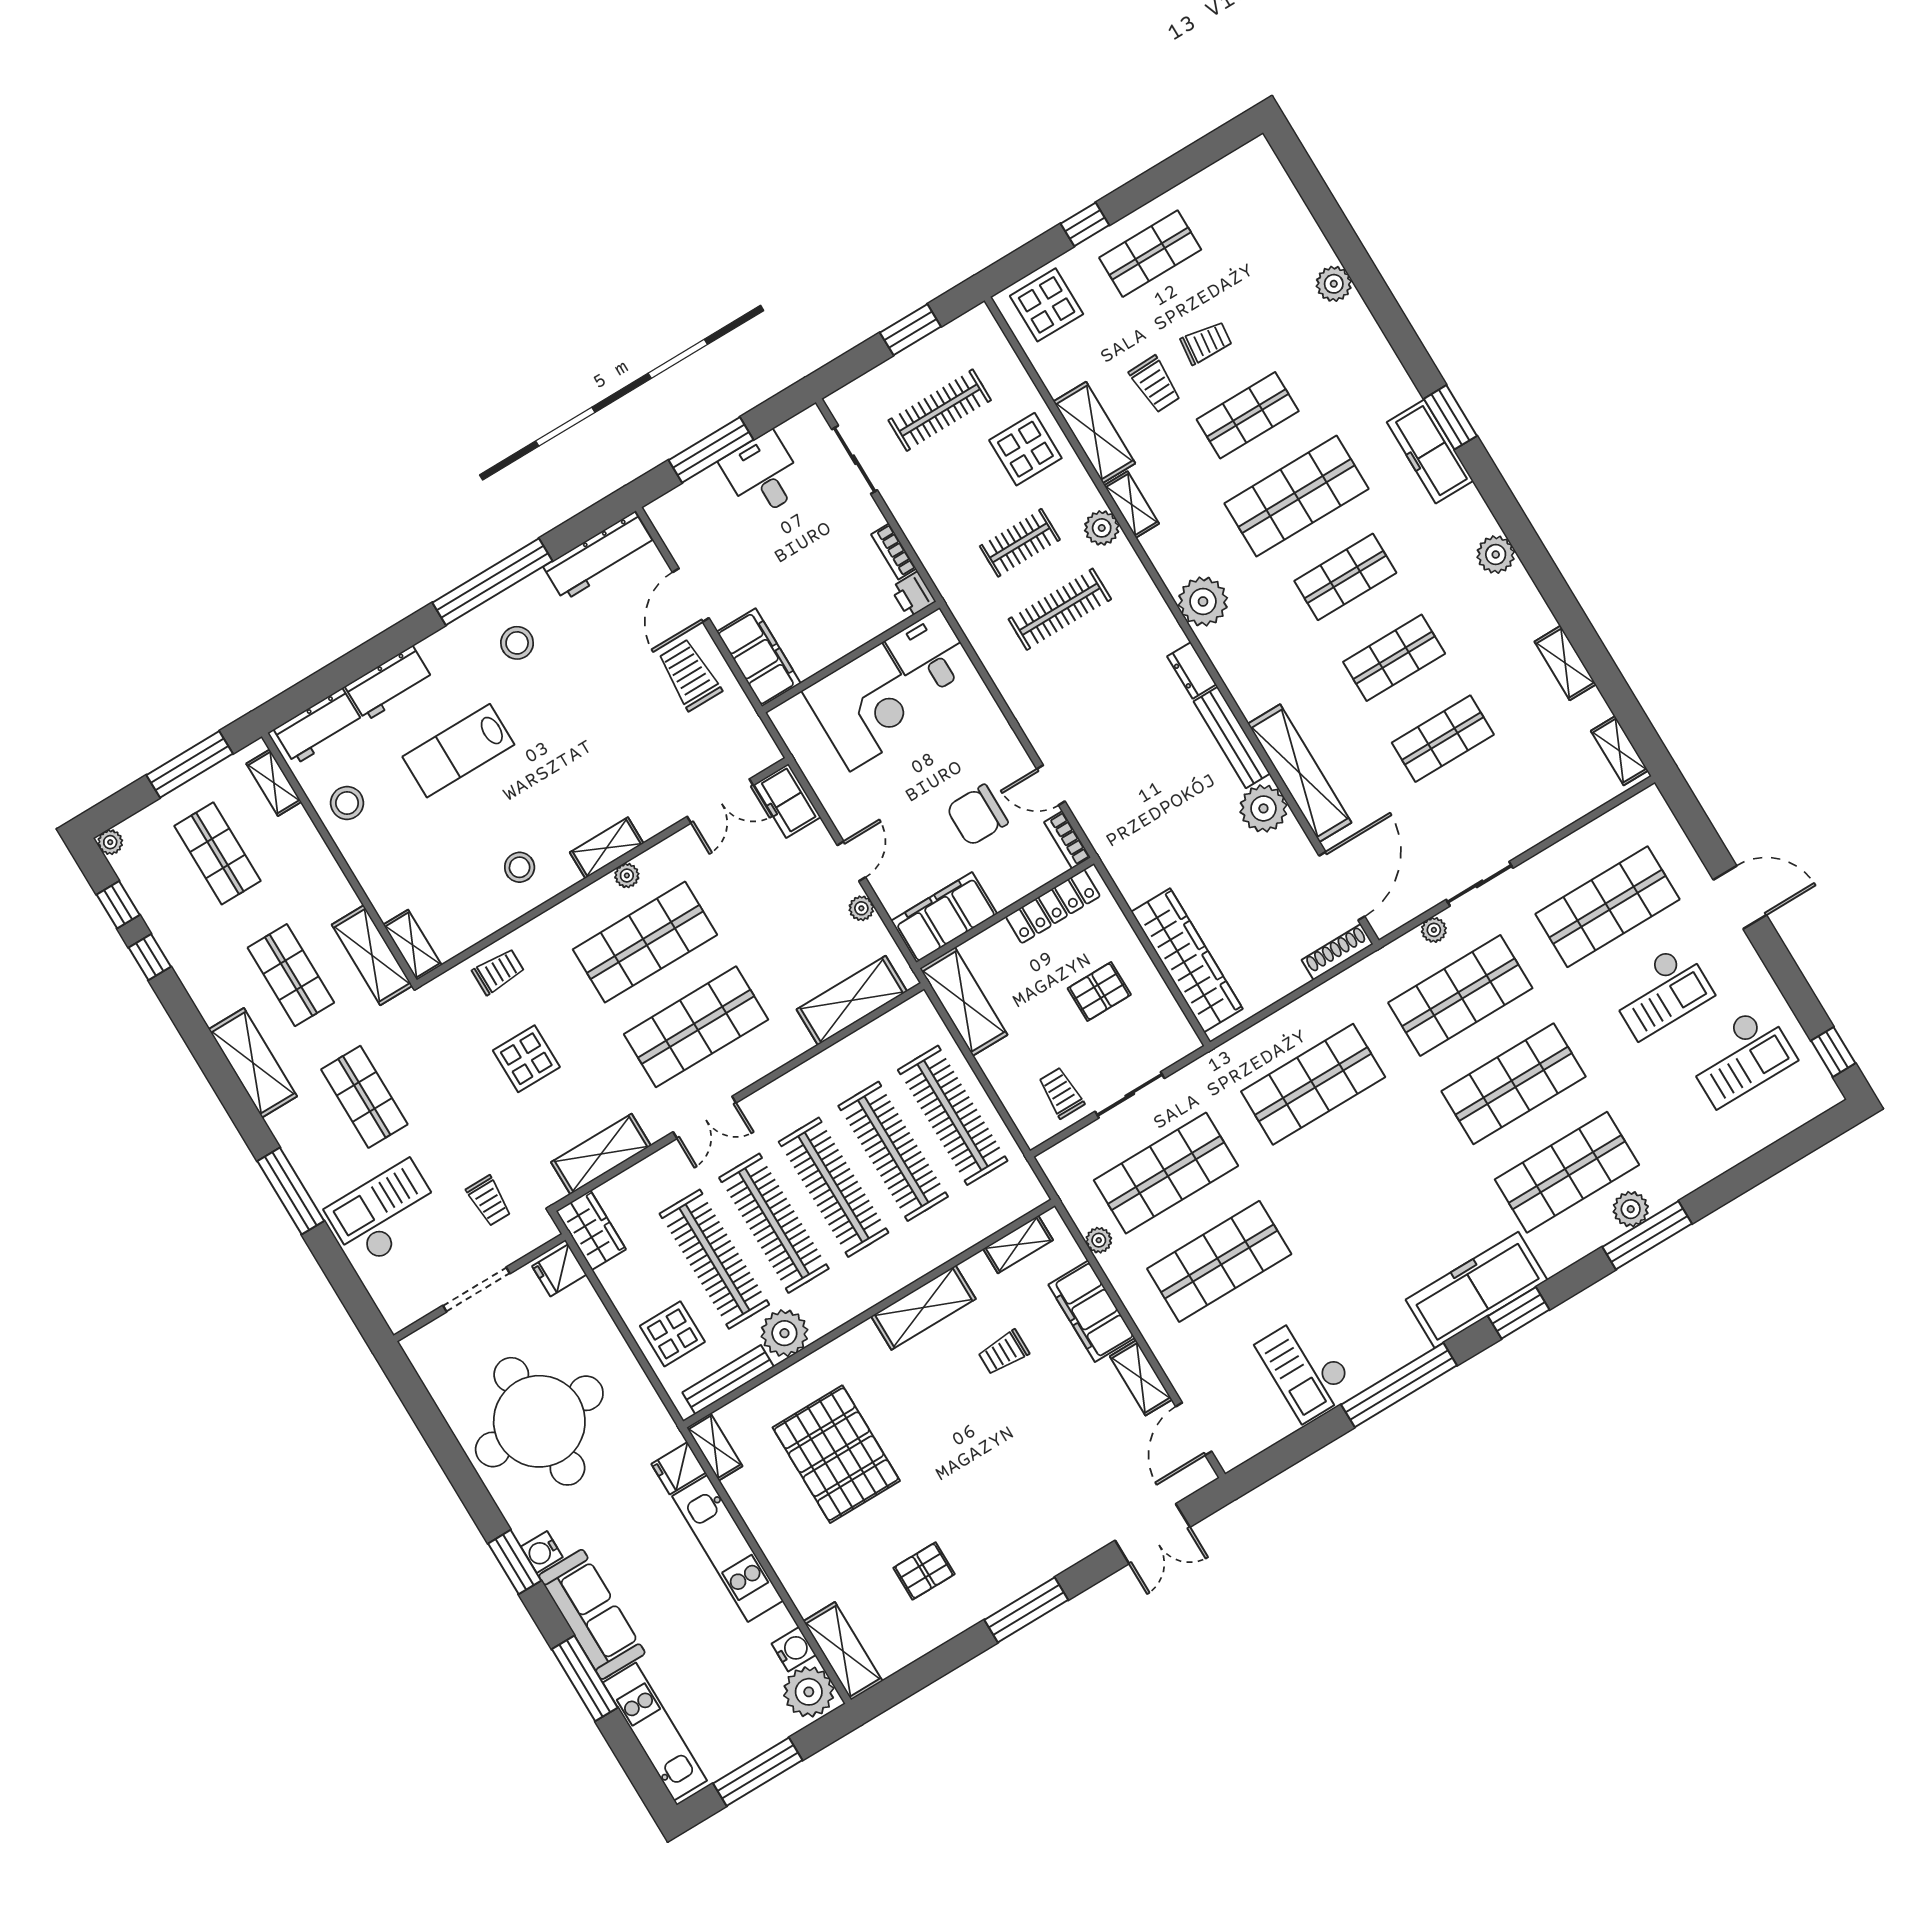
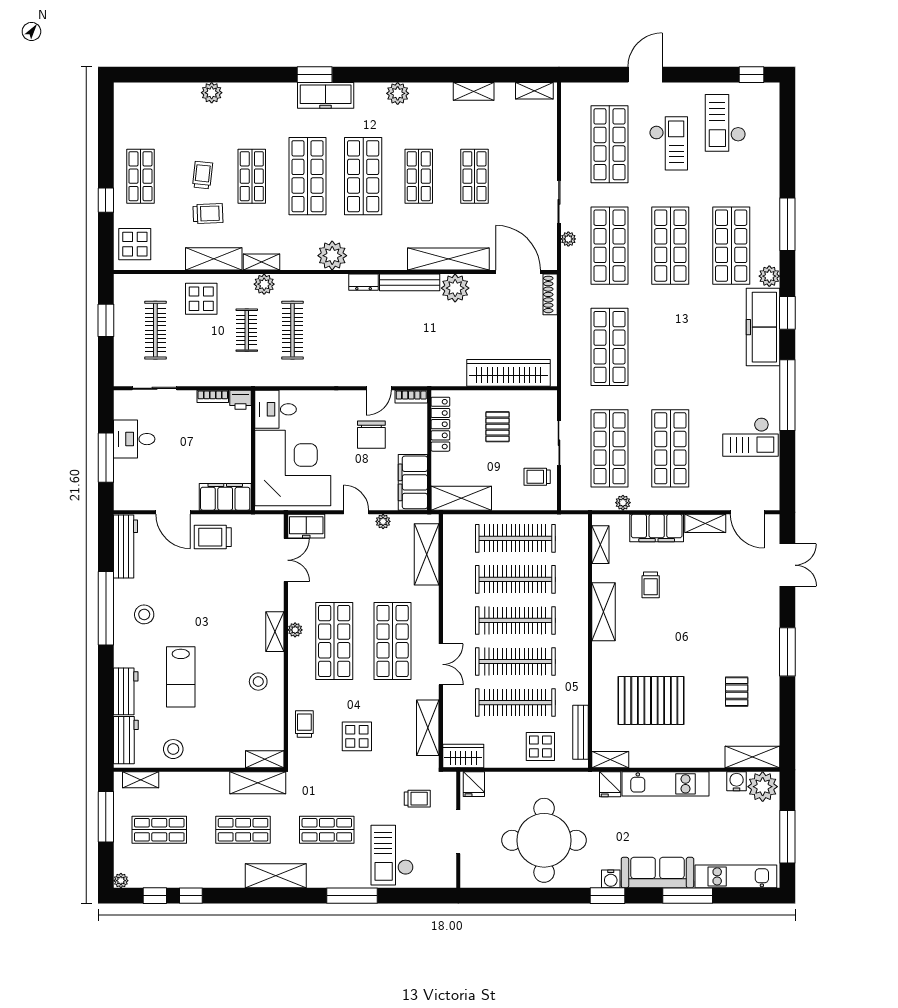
shop shelf: (1345, 577) -> (363, 176), width x1.43, depth x1.36
corner desk: (866, 707) -> (293, 468), width x1.36, depth x1.36
checkout: (1740, 1056) -> (725, 123), turned 180
plant: (1631, 1209) -> (769, 276), moved
plant: (784, 1333) -> (574, 690), removed

